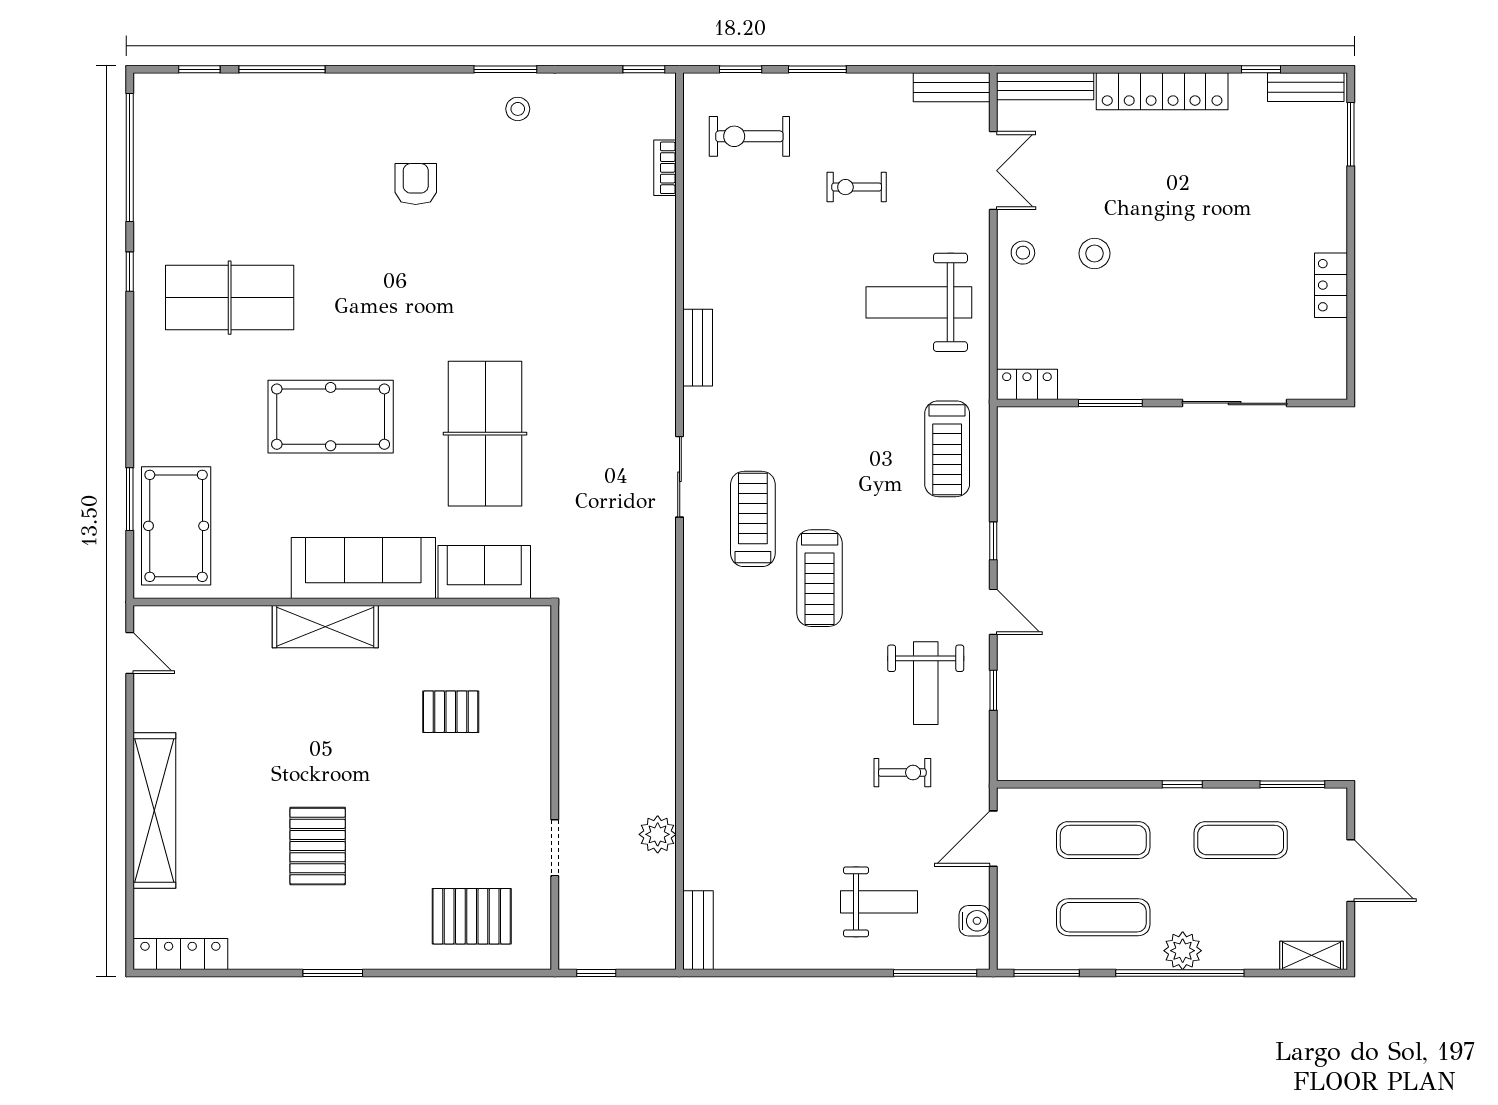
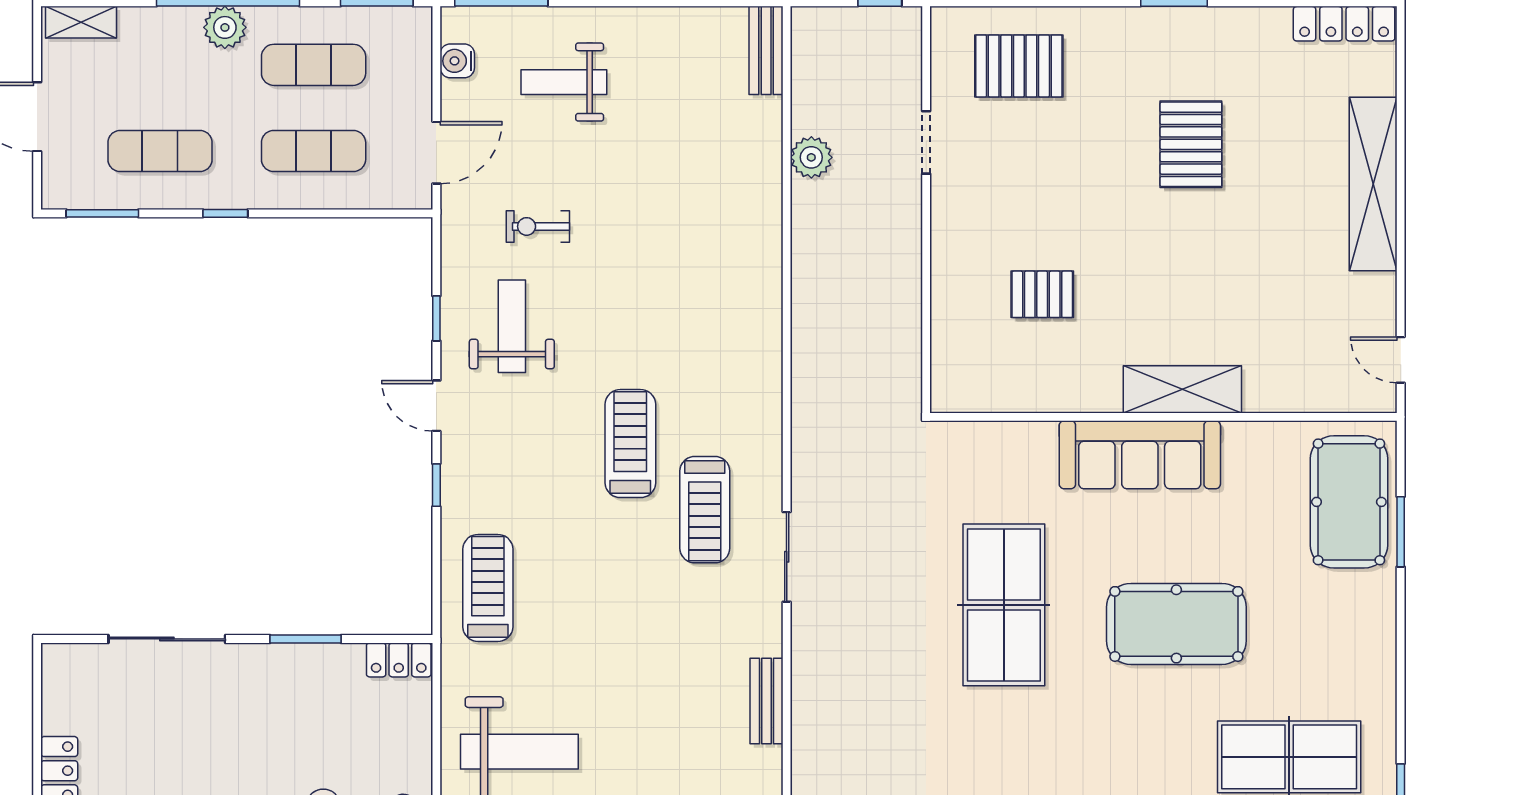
sofa: (484, 572) -> (1005, 450), removed

